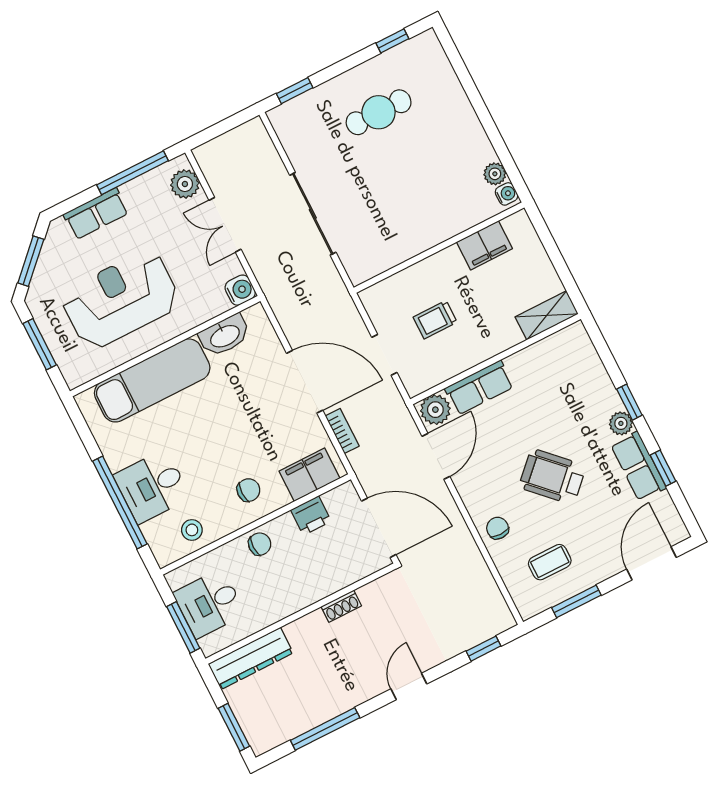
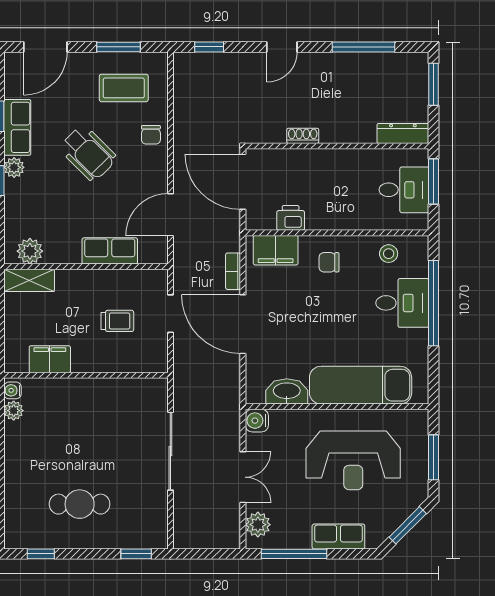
plant: (435, 410) -> (30, 251), moved
chair: (260, 544) -> (342, 216), removed
coffee table: (550, 562) -> (124, 88), width x1.36, depth x1.30
dresser: (251, 658) -> (403, 133), width x0.73, depth x0.80

